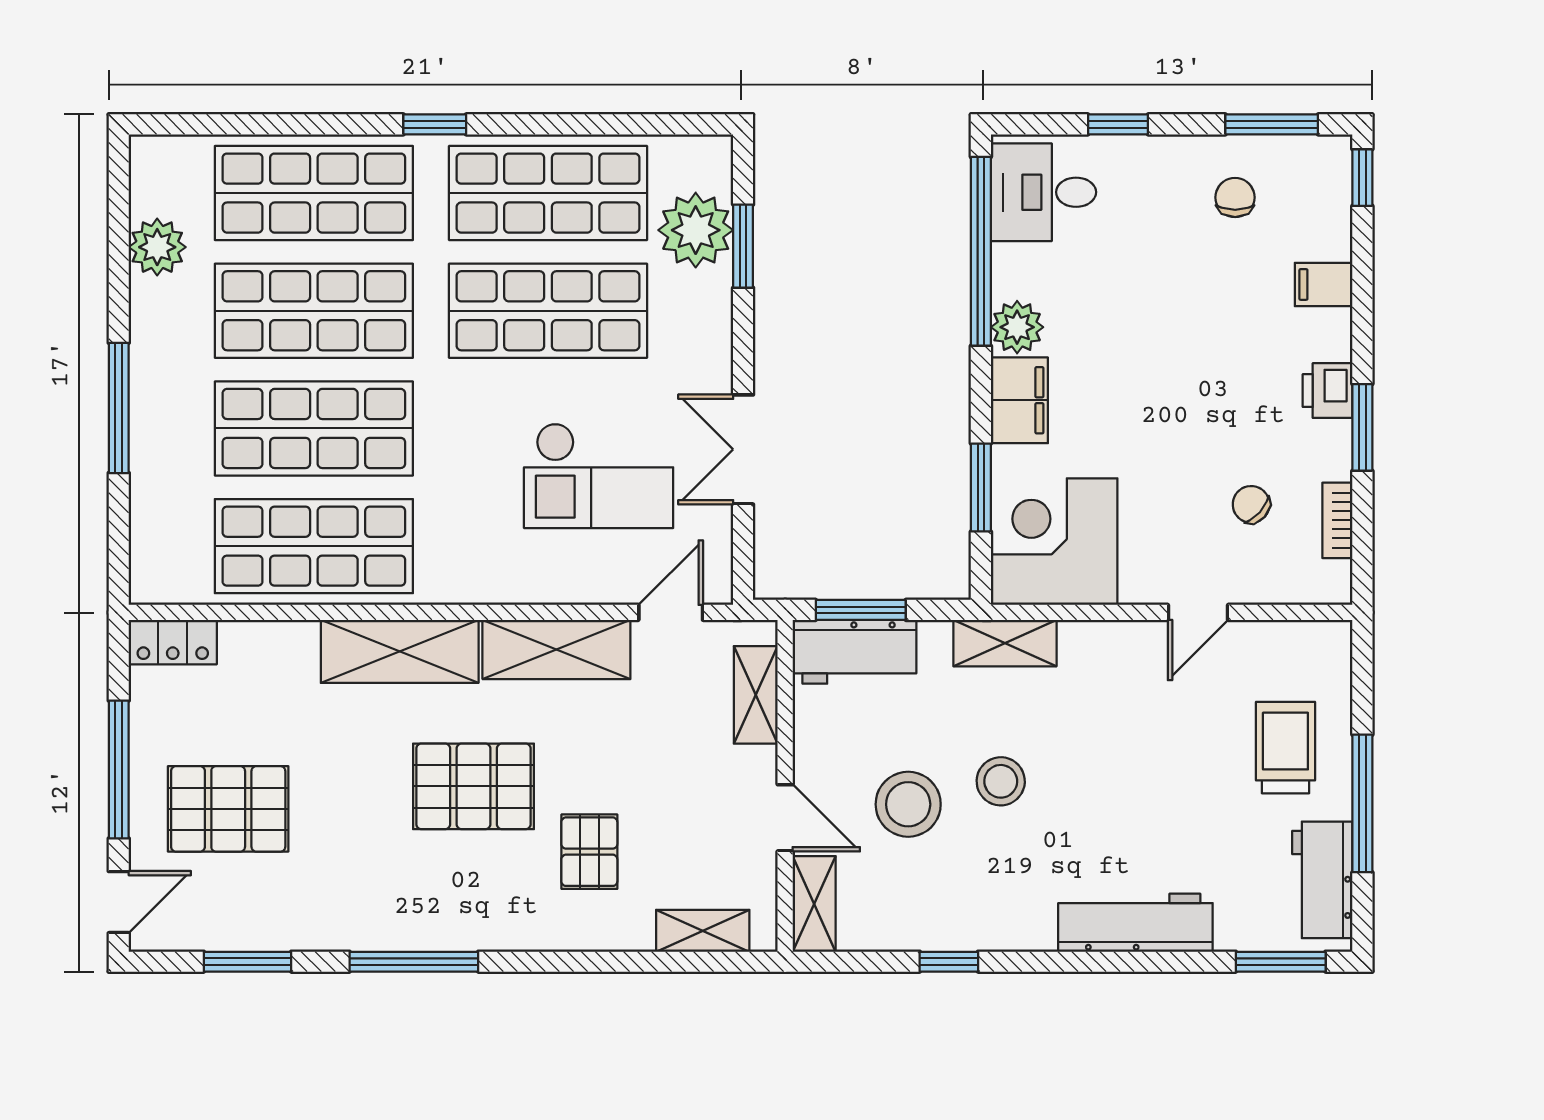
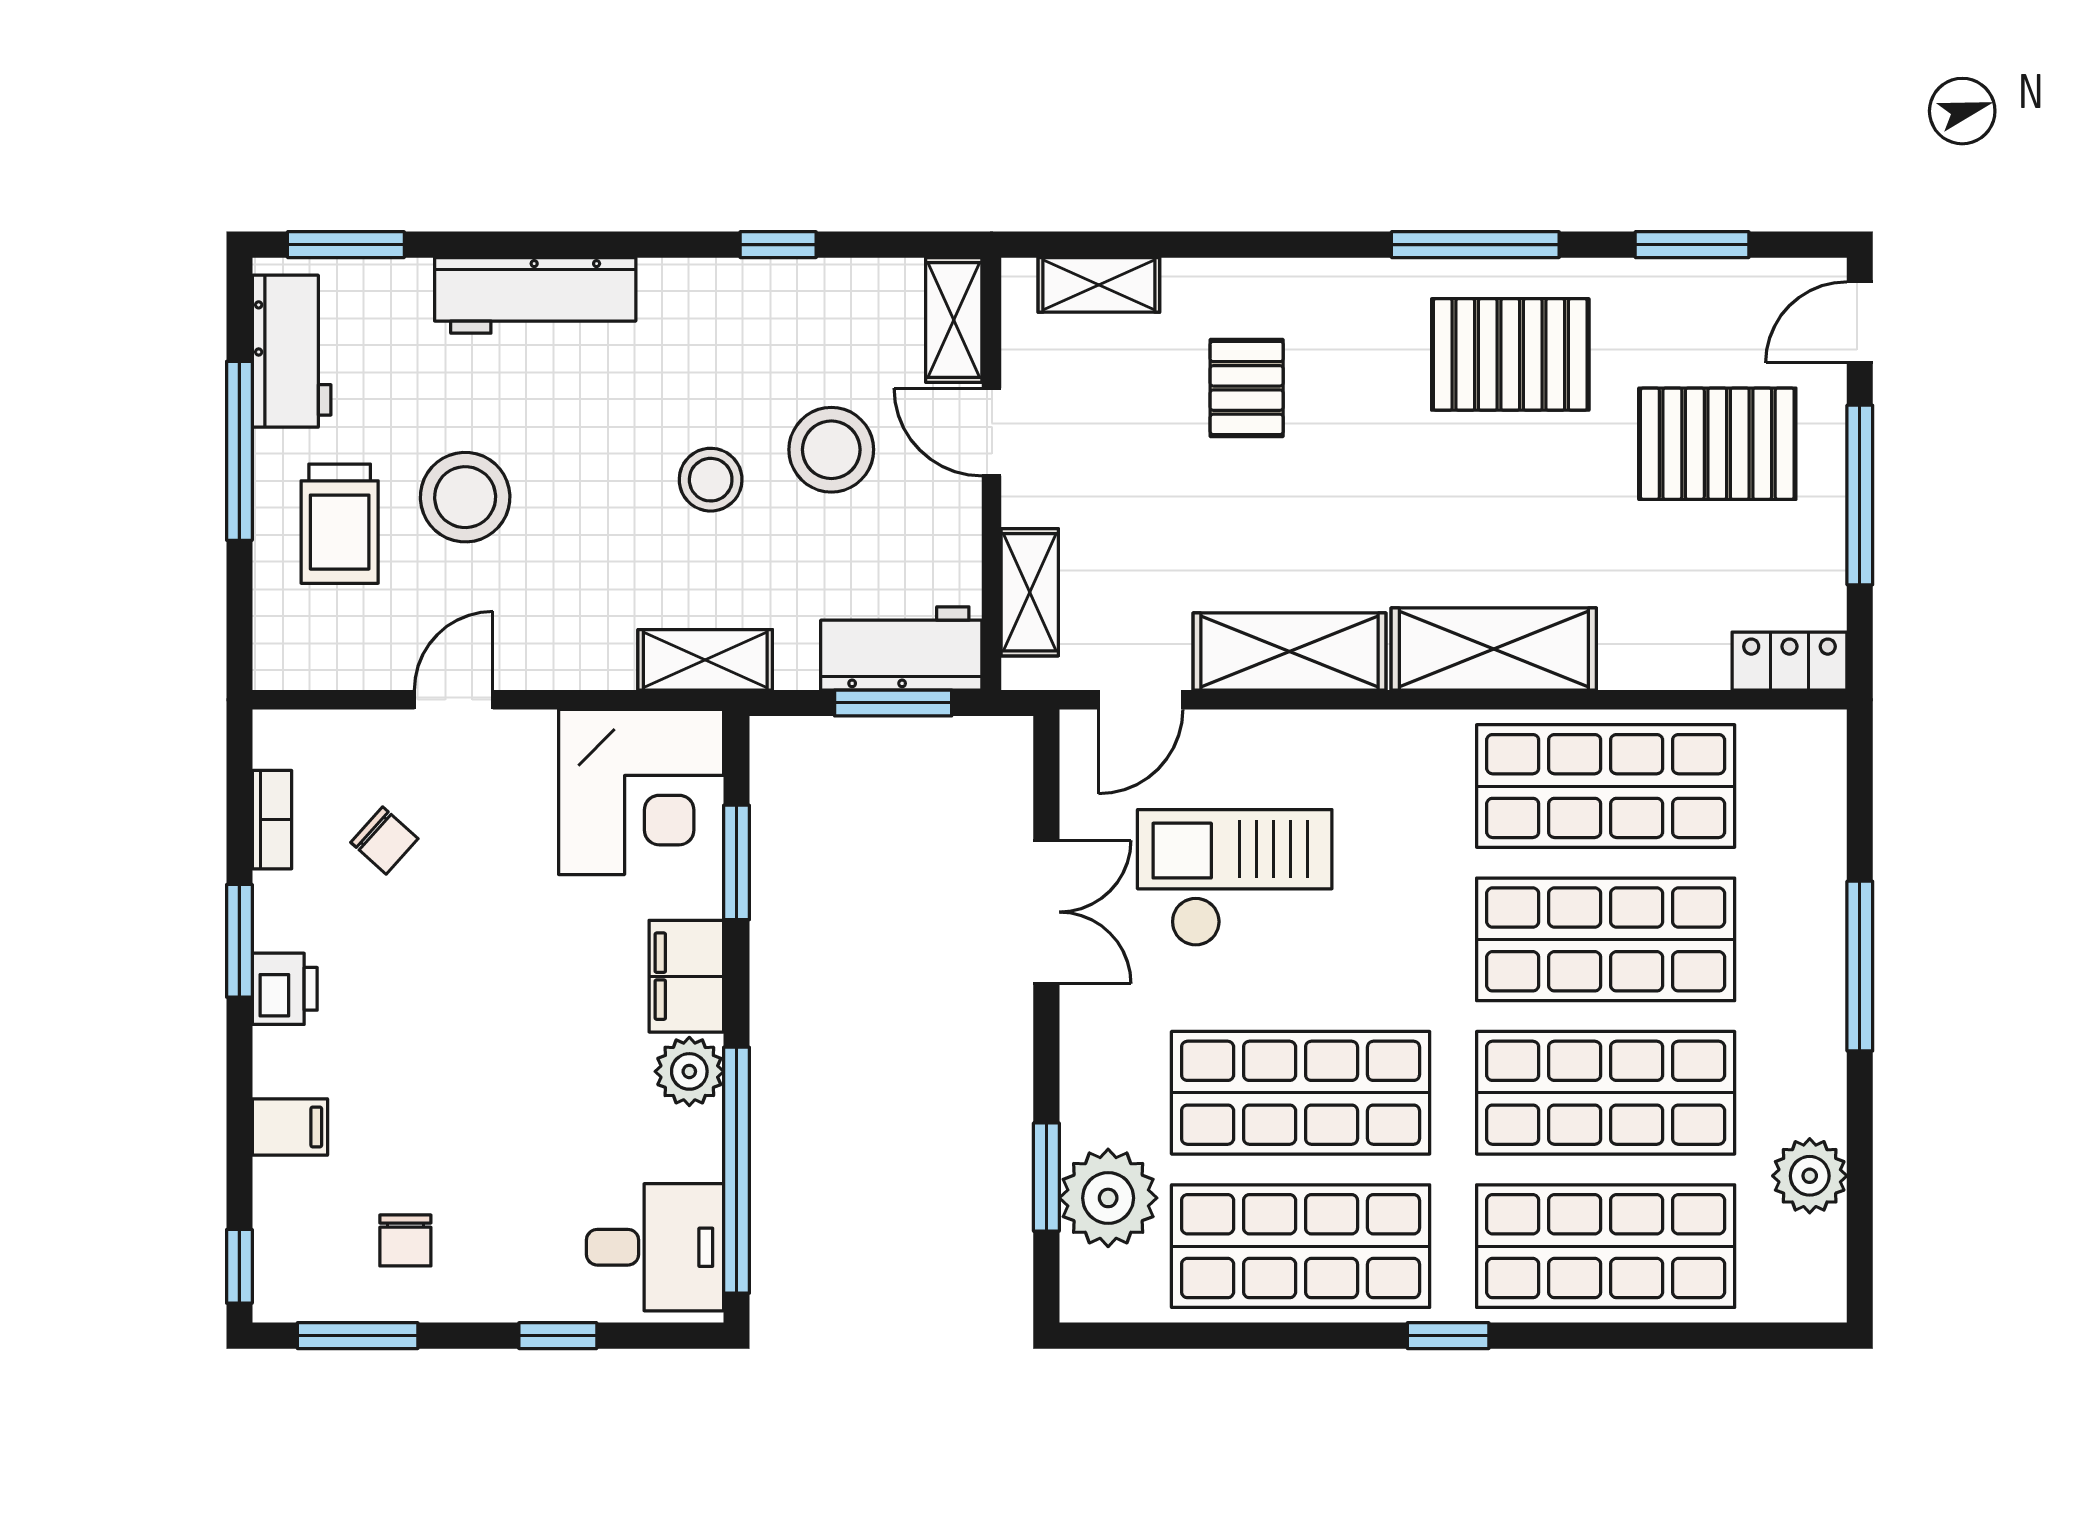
stool: (1189, 768) -> (465, 497), added
pallet: (473, 786) -> (1510, 354), moved

